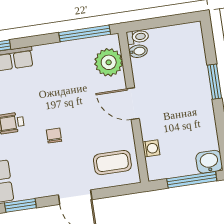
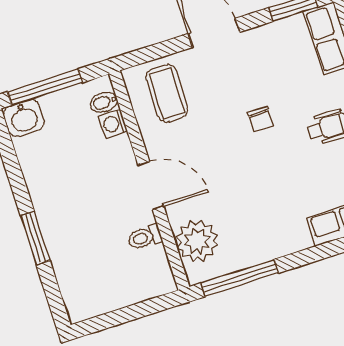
toilet: (138, 37) -> (145, 237), moved
bidet: (138, 51) -> (104, 102), moved
coffee table: (112, 163) -> (167, 93), turned 90

